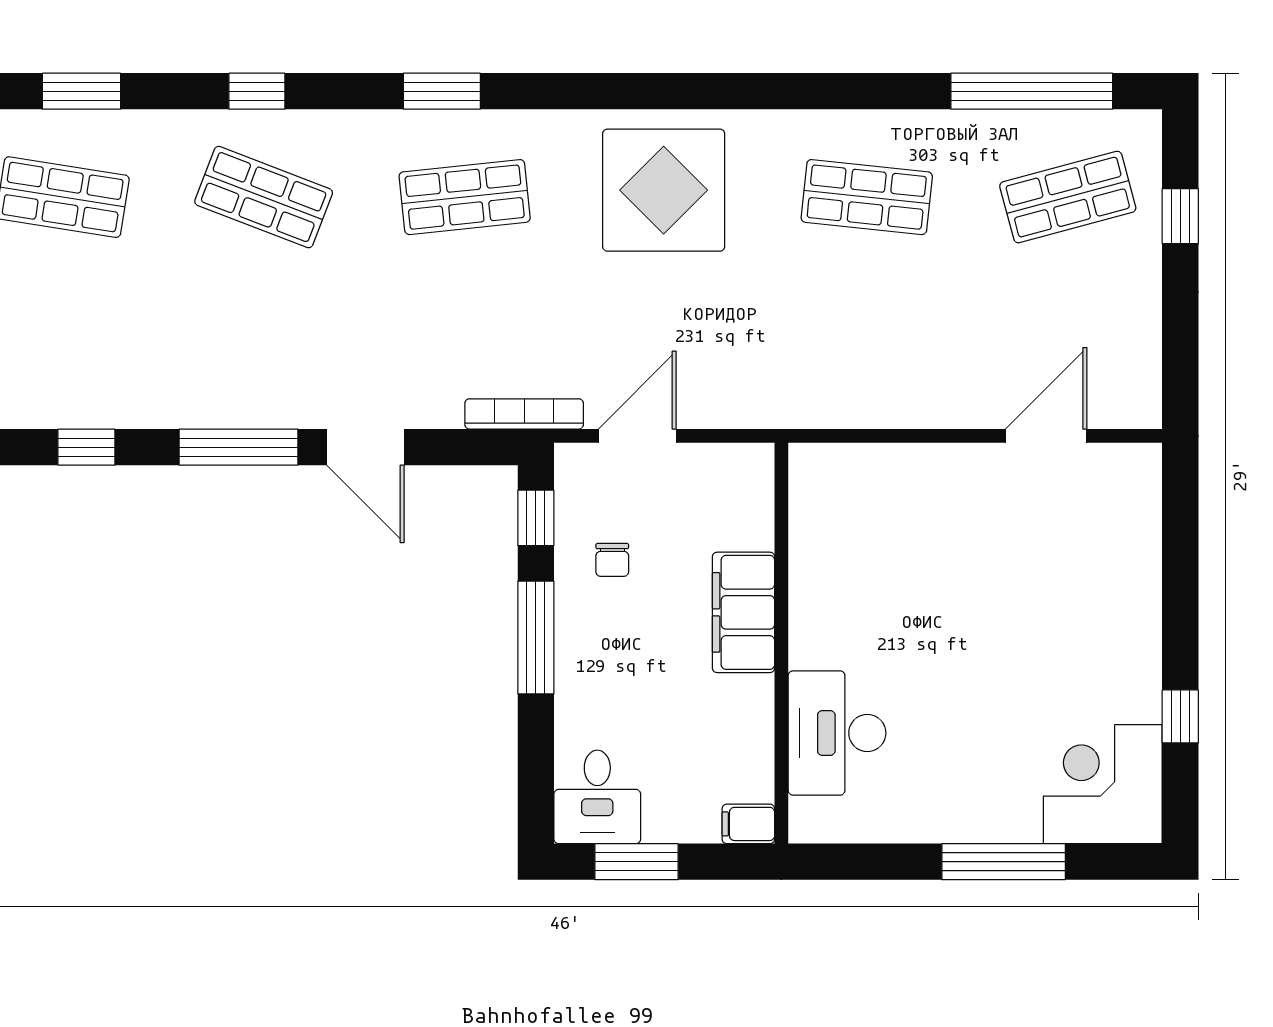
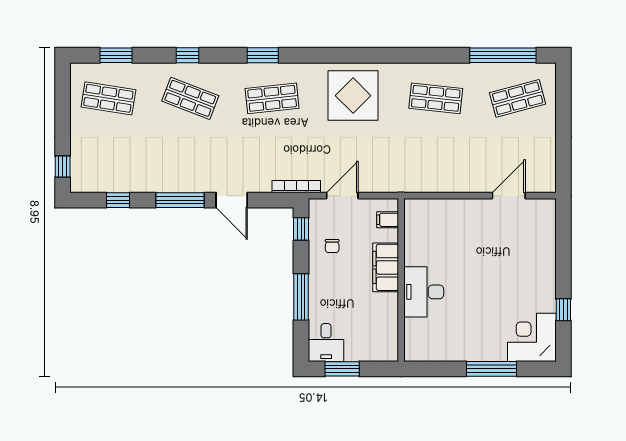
window: (1180, 216) -> (563, 106), removed
window: (536, 638) -> (301, 297), moved
desk: (837, 733) -> (424, 292), moved
filing cabinet: (748, 824) -> (388, 220), moved

